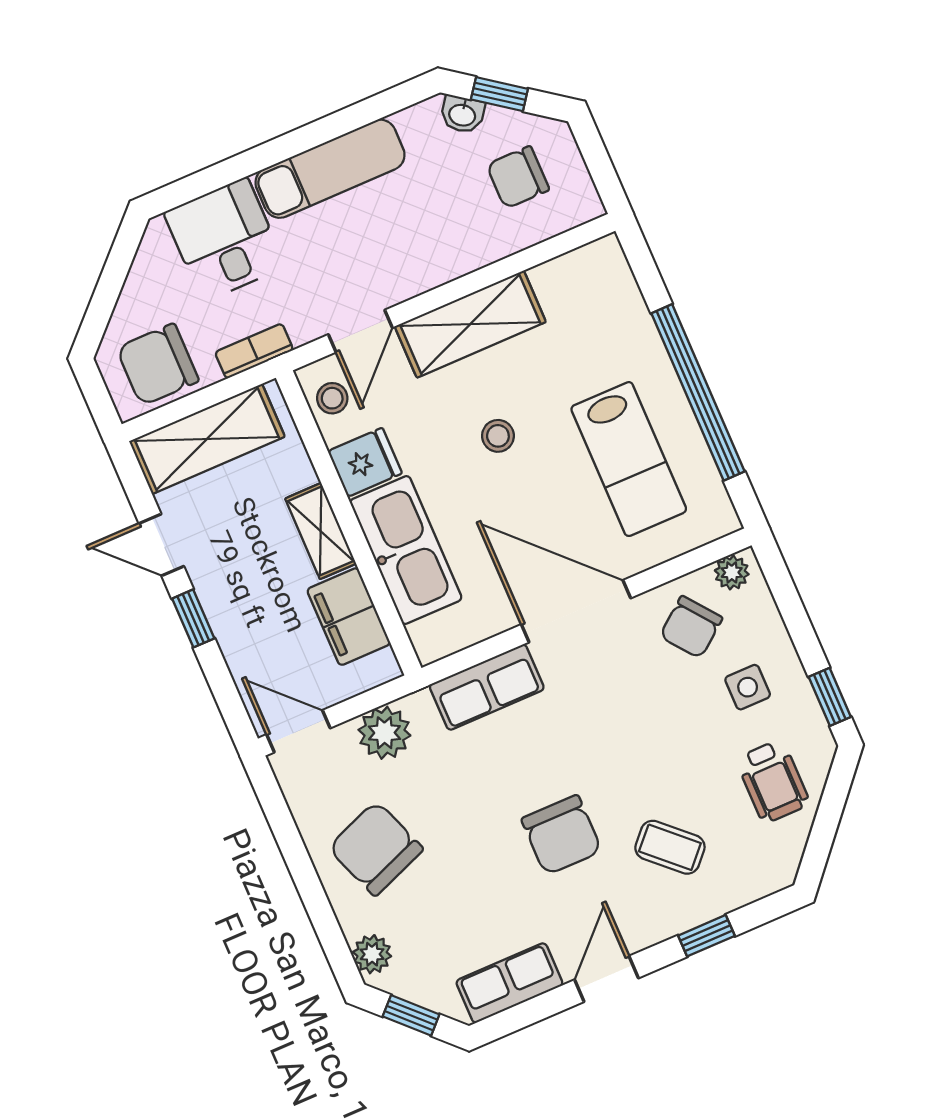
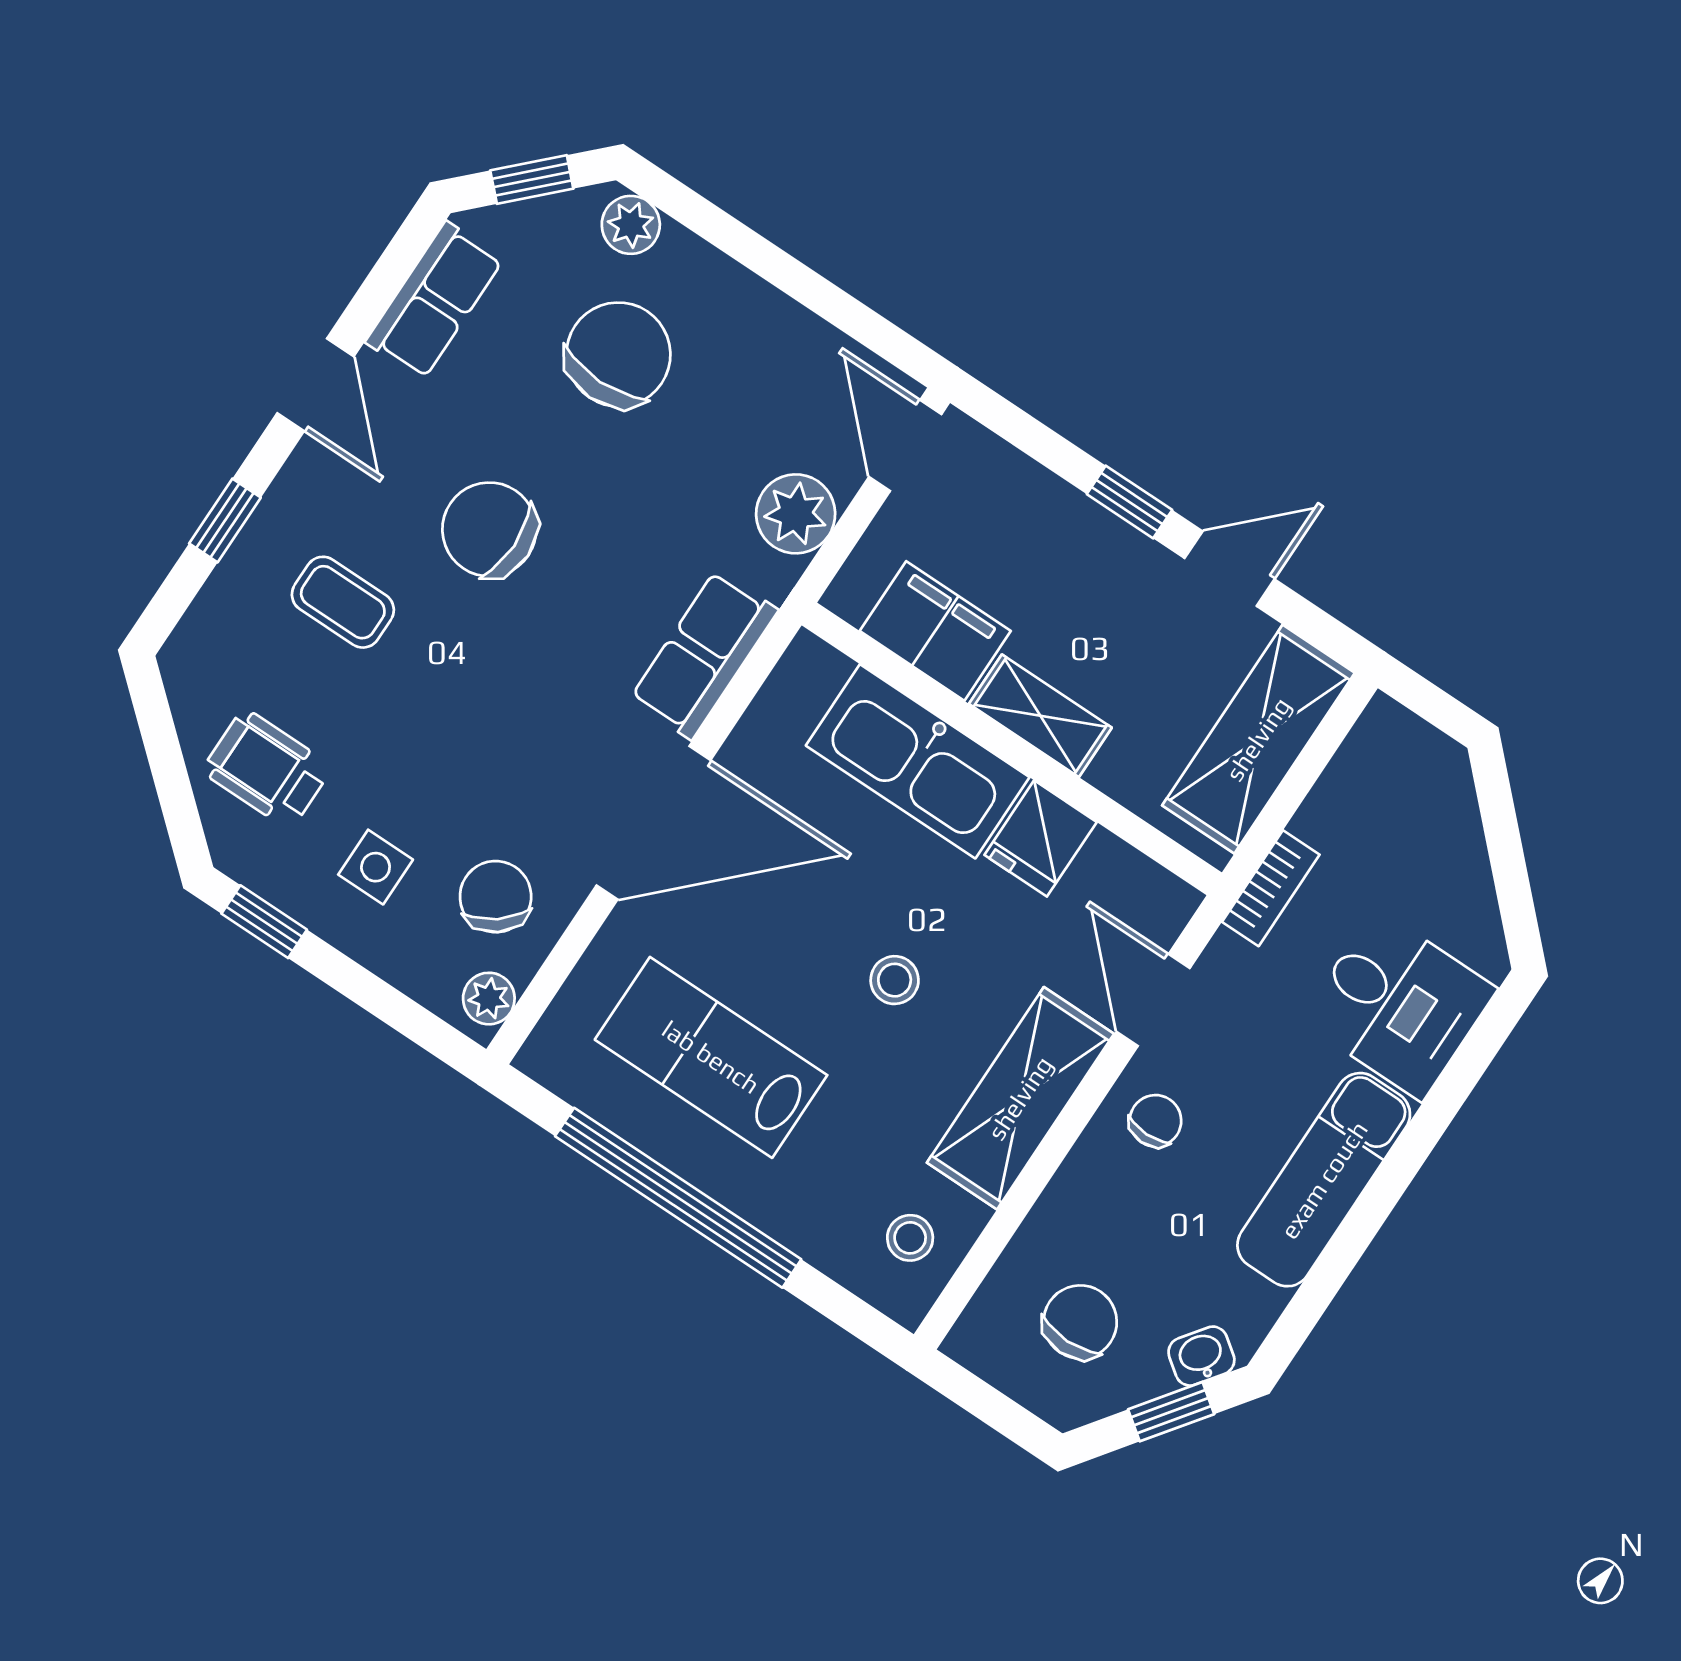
chair: (158, 364) -> (1155, 1121), moved, width x0.54, depth x0.54
stool: (332, 398) -> (910, 1238), moved
door: (298, 731) -> (905, 445), swing flipped
coffee table: (670, 847) -> (343, 602), turned 47
chair: (376, 848) -> (618, 354), moved, turned -69

